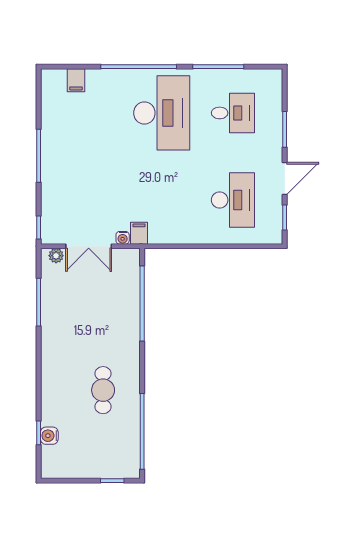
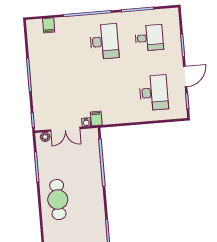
desk: (162, 113) -> (104, 42), width x0.73, depth x0.77
cafe table: (103, 390) -> (58, 200), moved, width x1.37, depth x1.35

